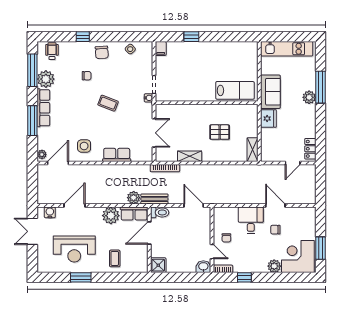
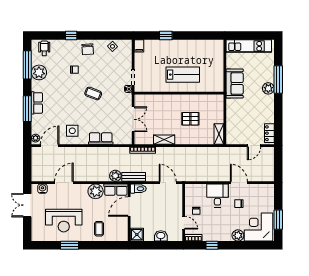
lab bench: (235, 90) -> (183, 75), moved
row of seats: (43, 108) -> (37, 103), width x0.68
fridge: (268, 118) -> (233, 107), removed
washbasin: (203, 267) -> (161, 236), moved

